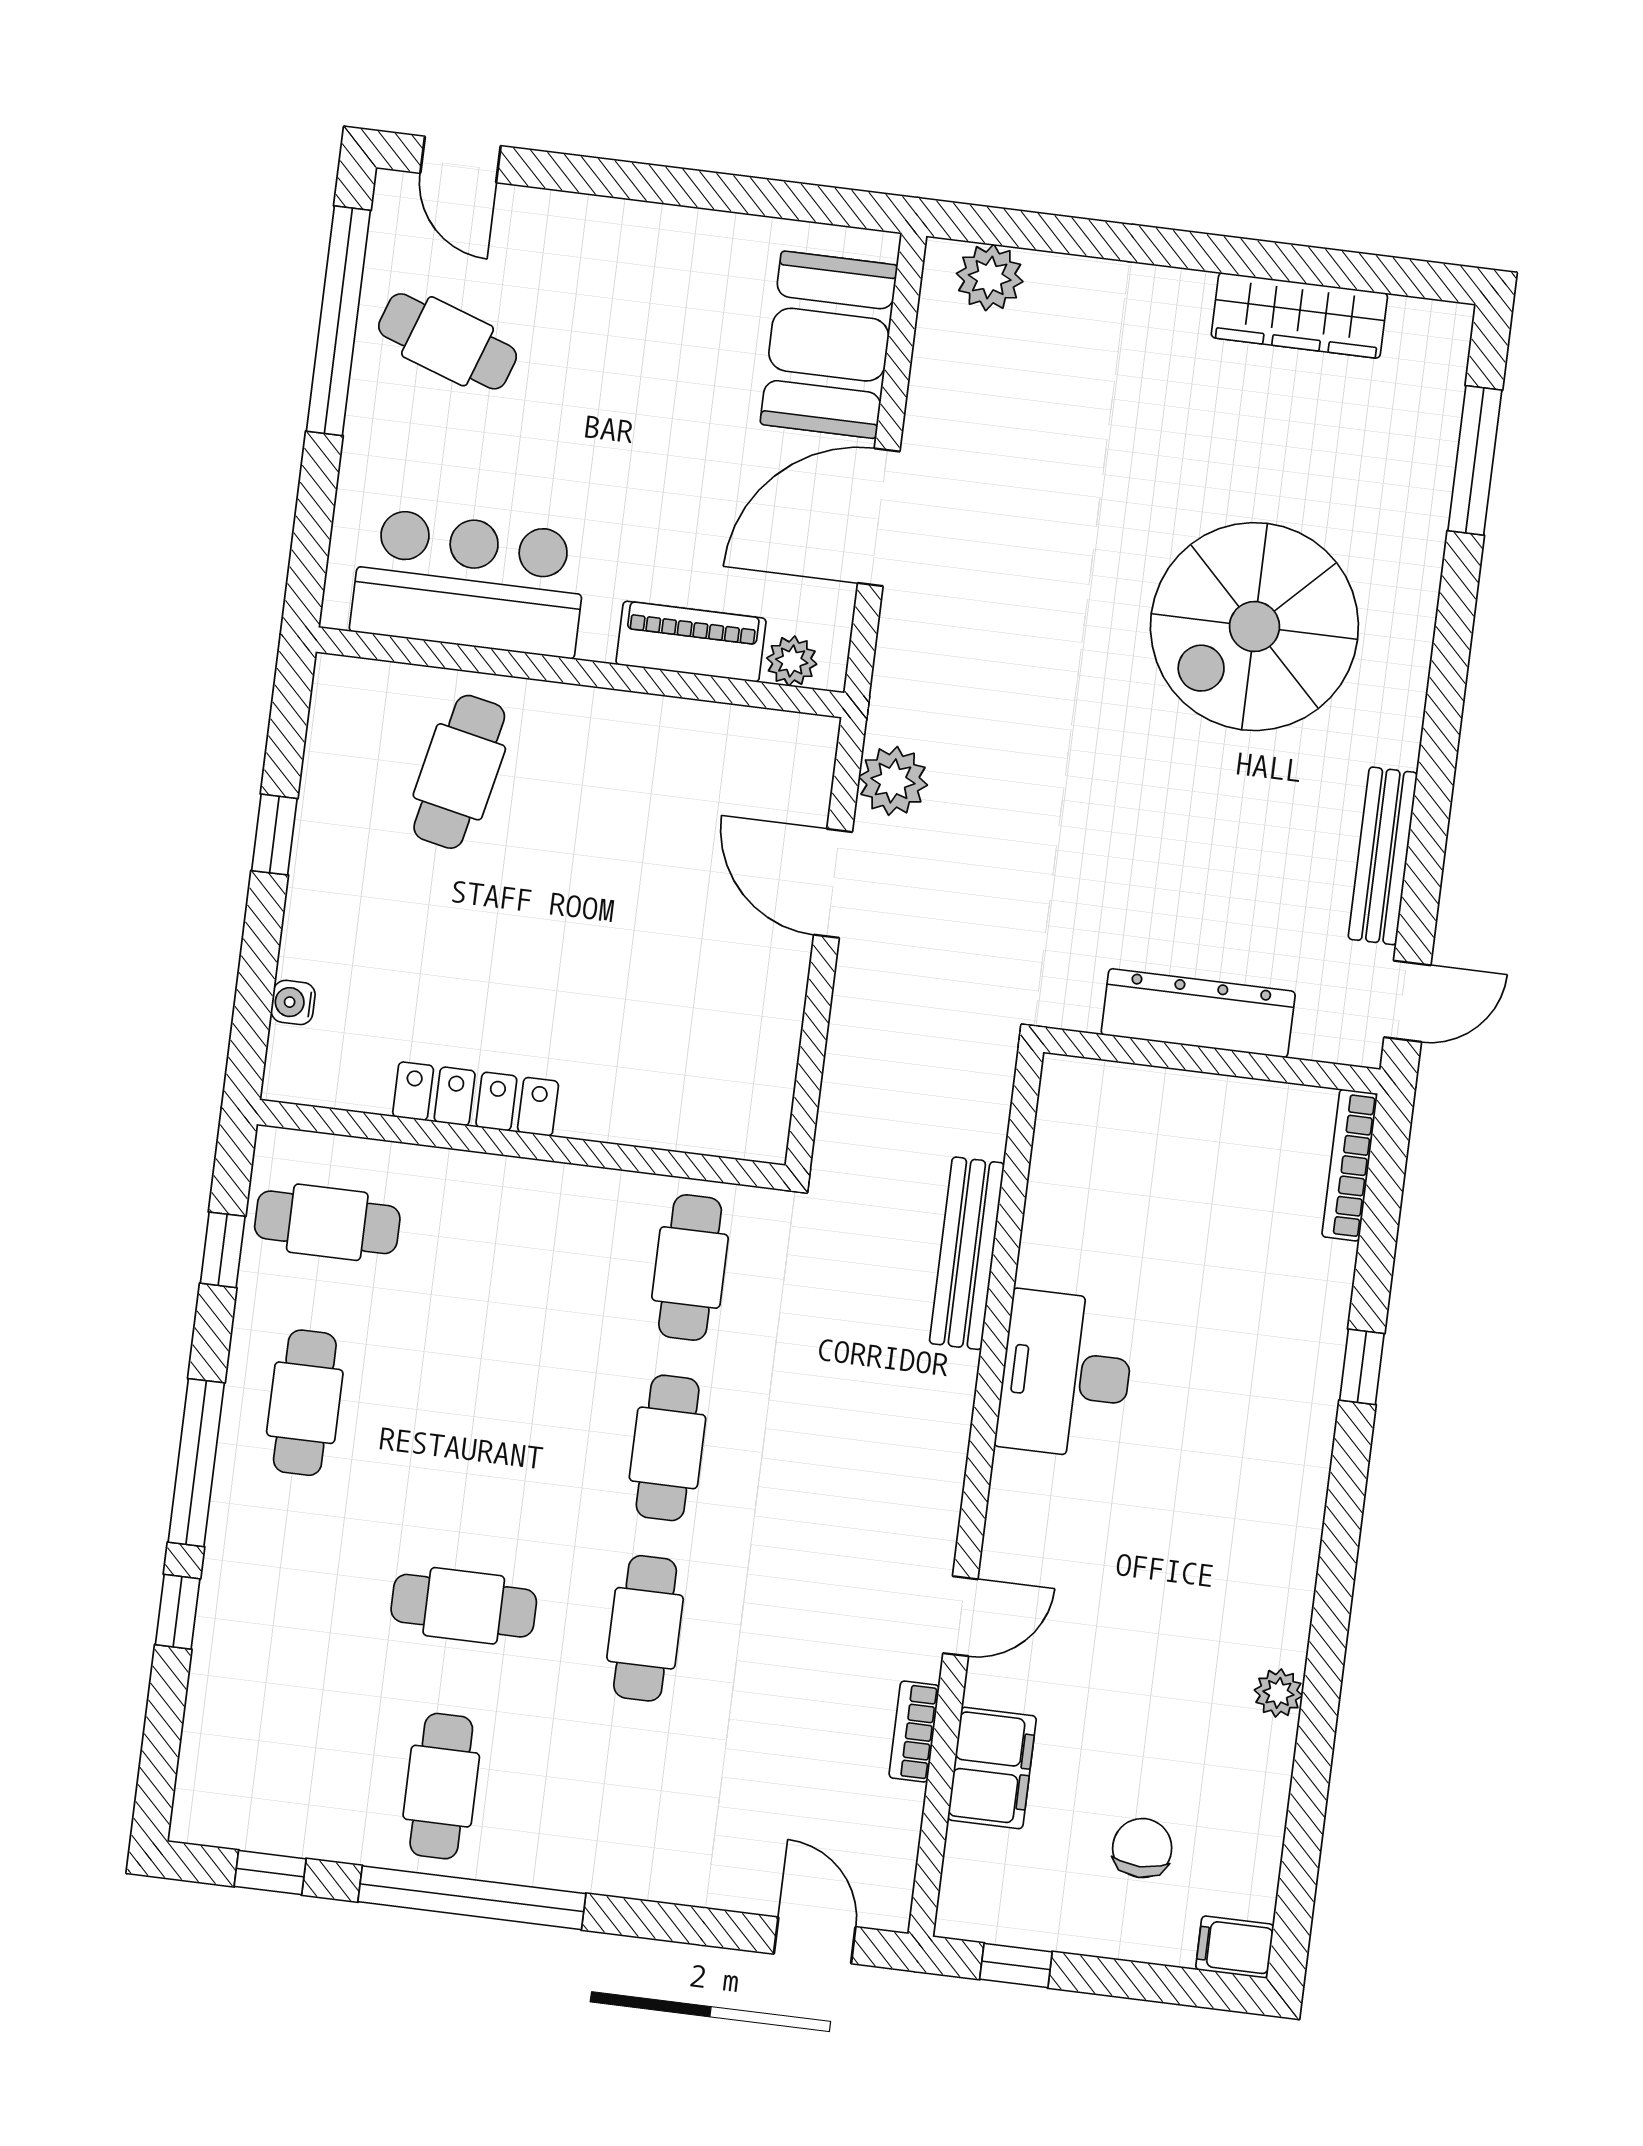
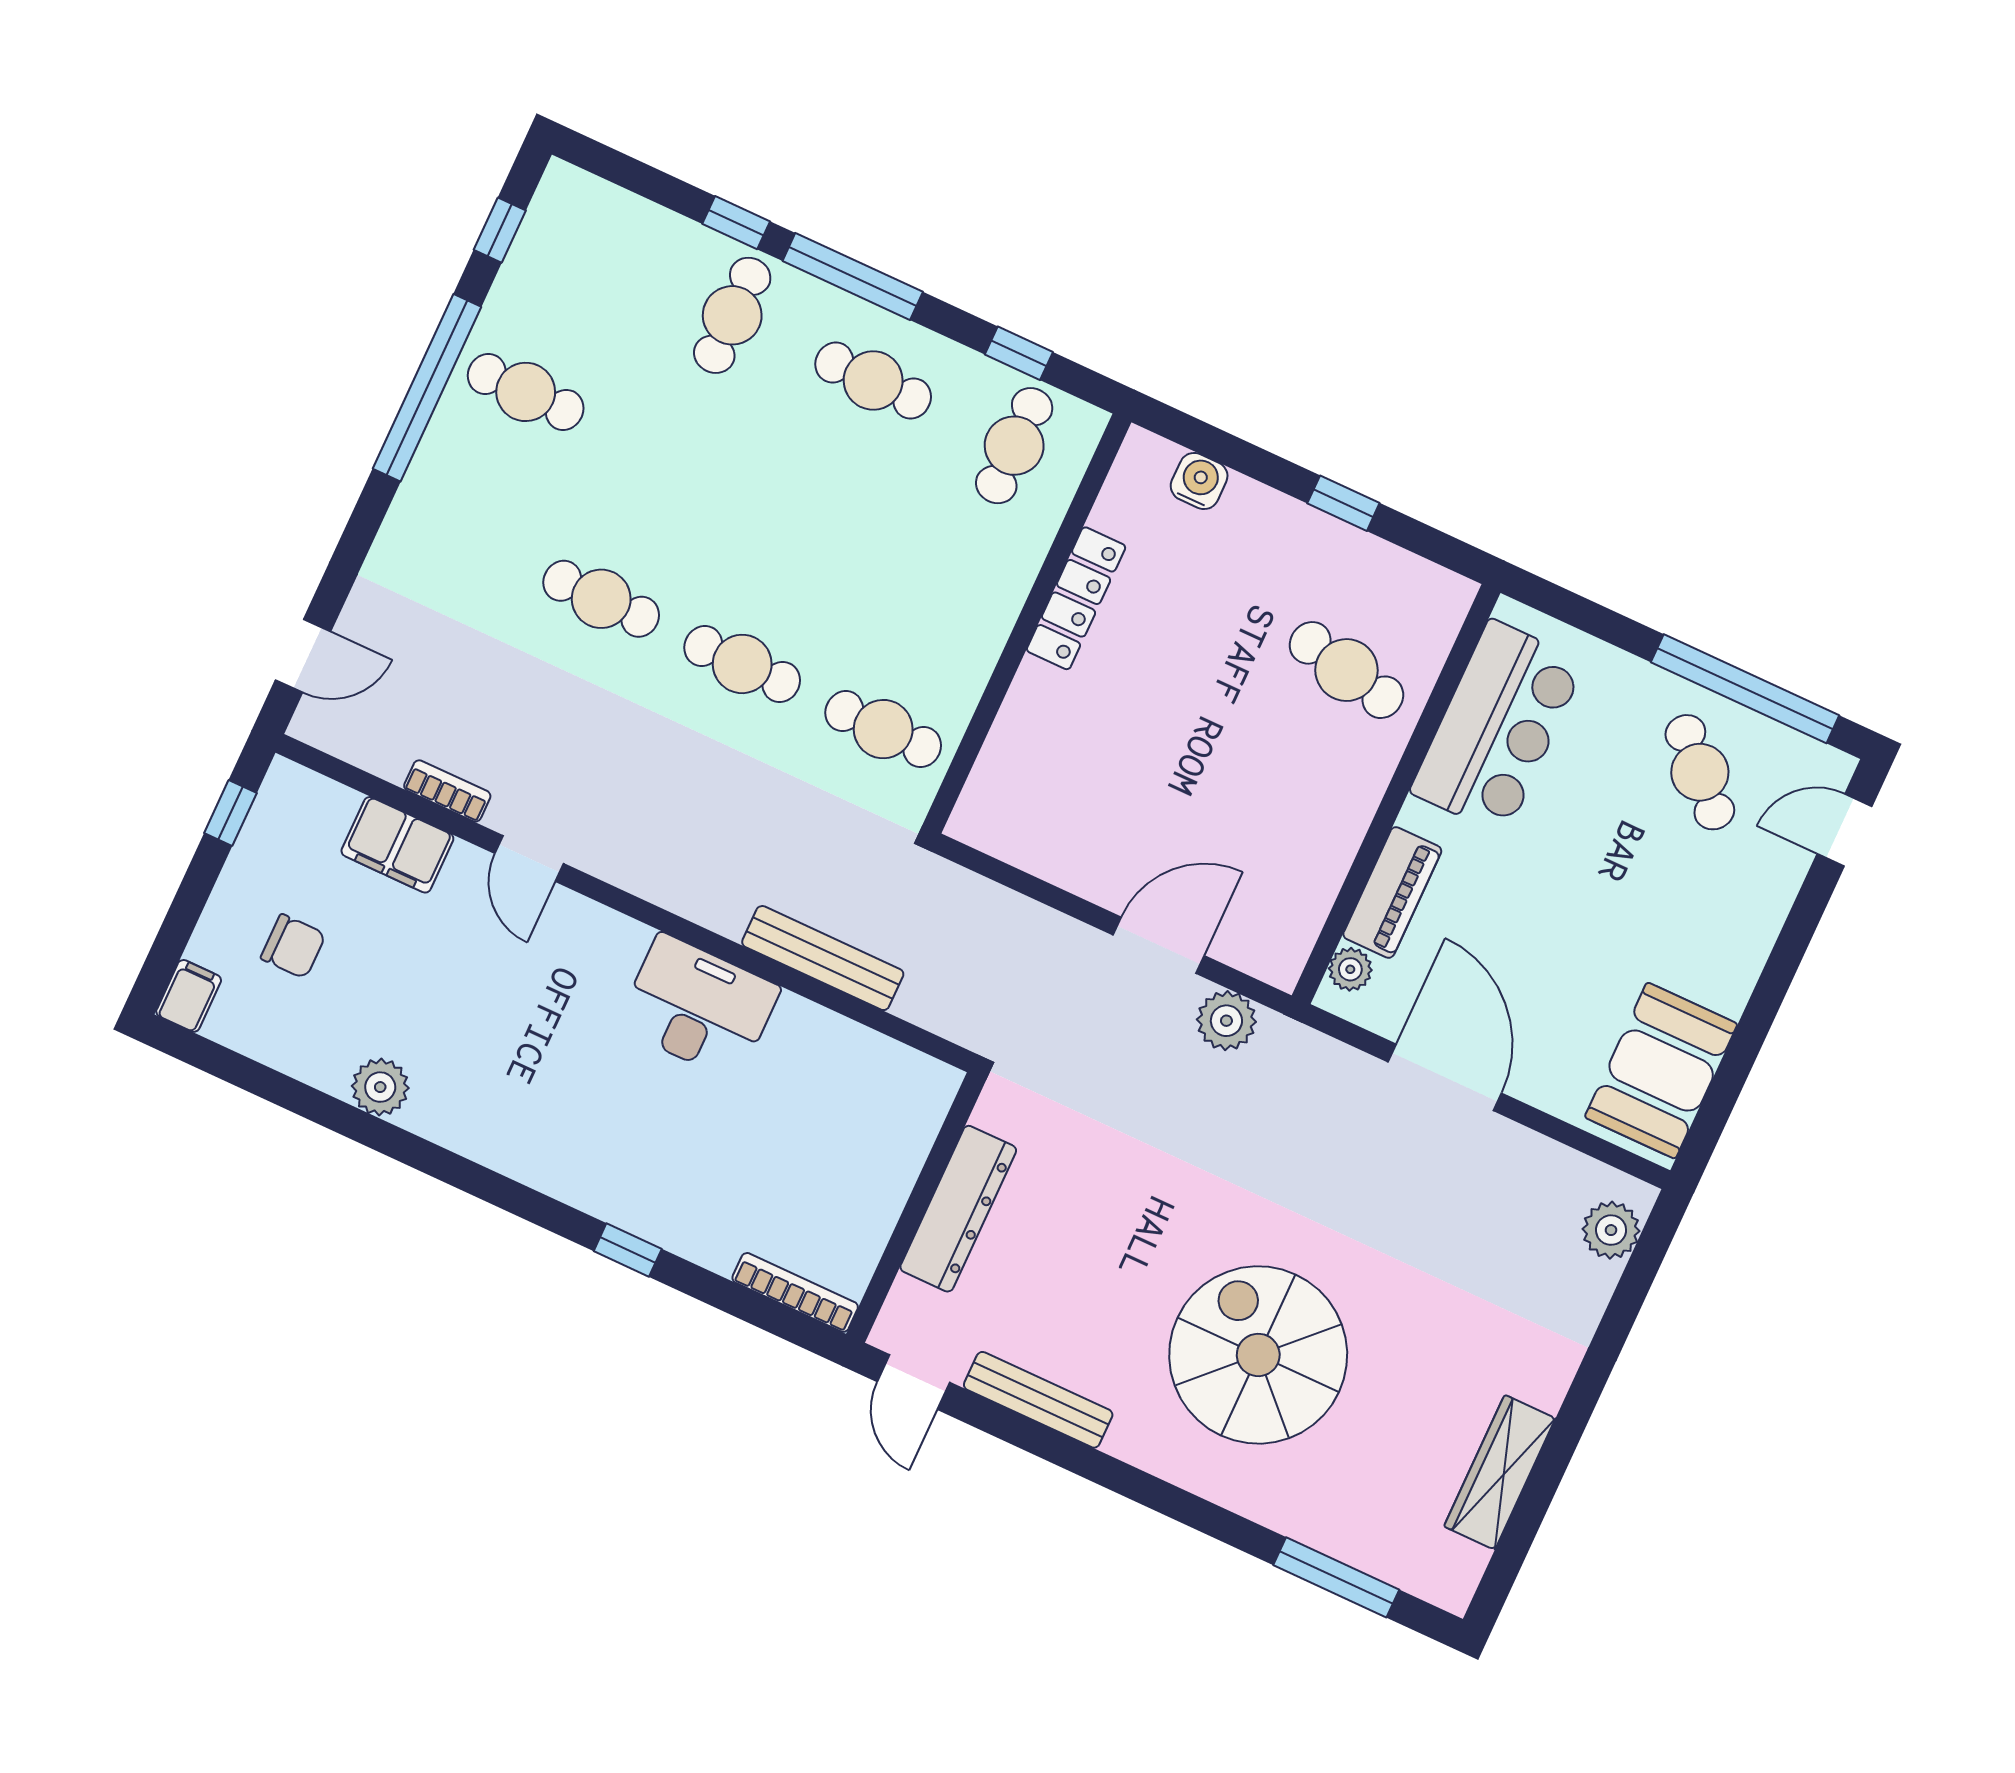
cafe table: (447, 341) -> (1700, 772), turned -64
booth: (829, 345) -> (1661, 1071), moved, turned 90
water cooler: (293, 1002) -> (1199, 481), width x1.38, depth x1.38
cafe table: (464, 1606) -> (732, 315), moved
plant: (1278, 1693) -> (380, 1087), width x1.38, depth x1.38

